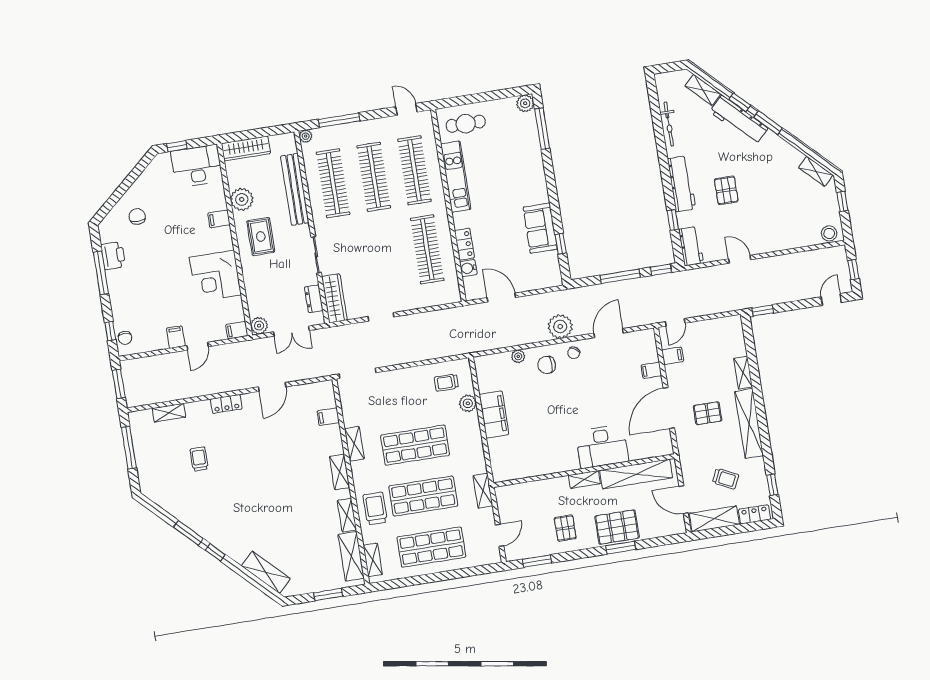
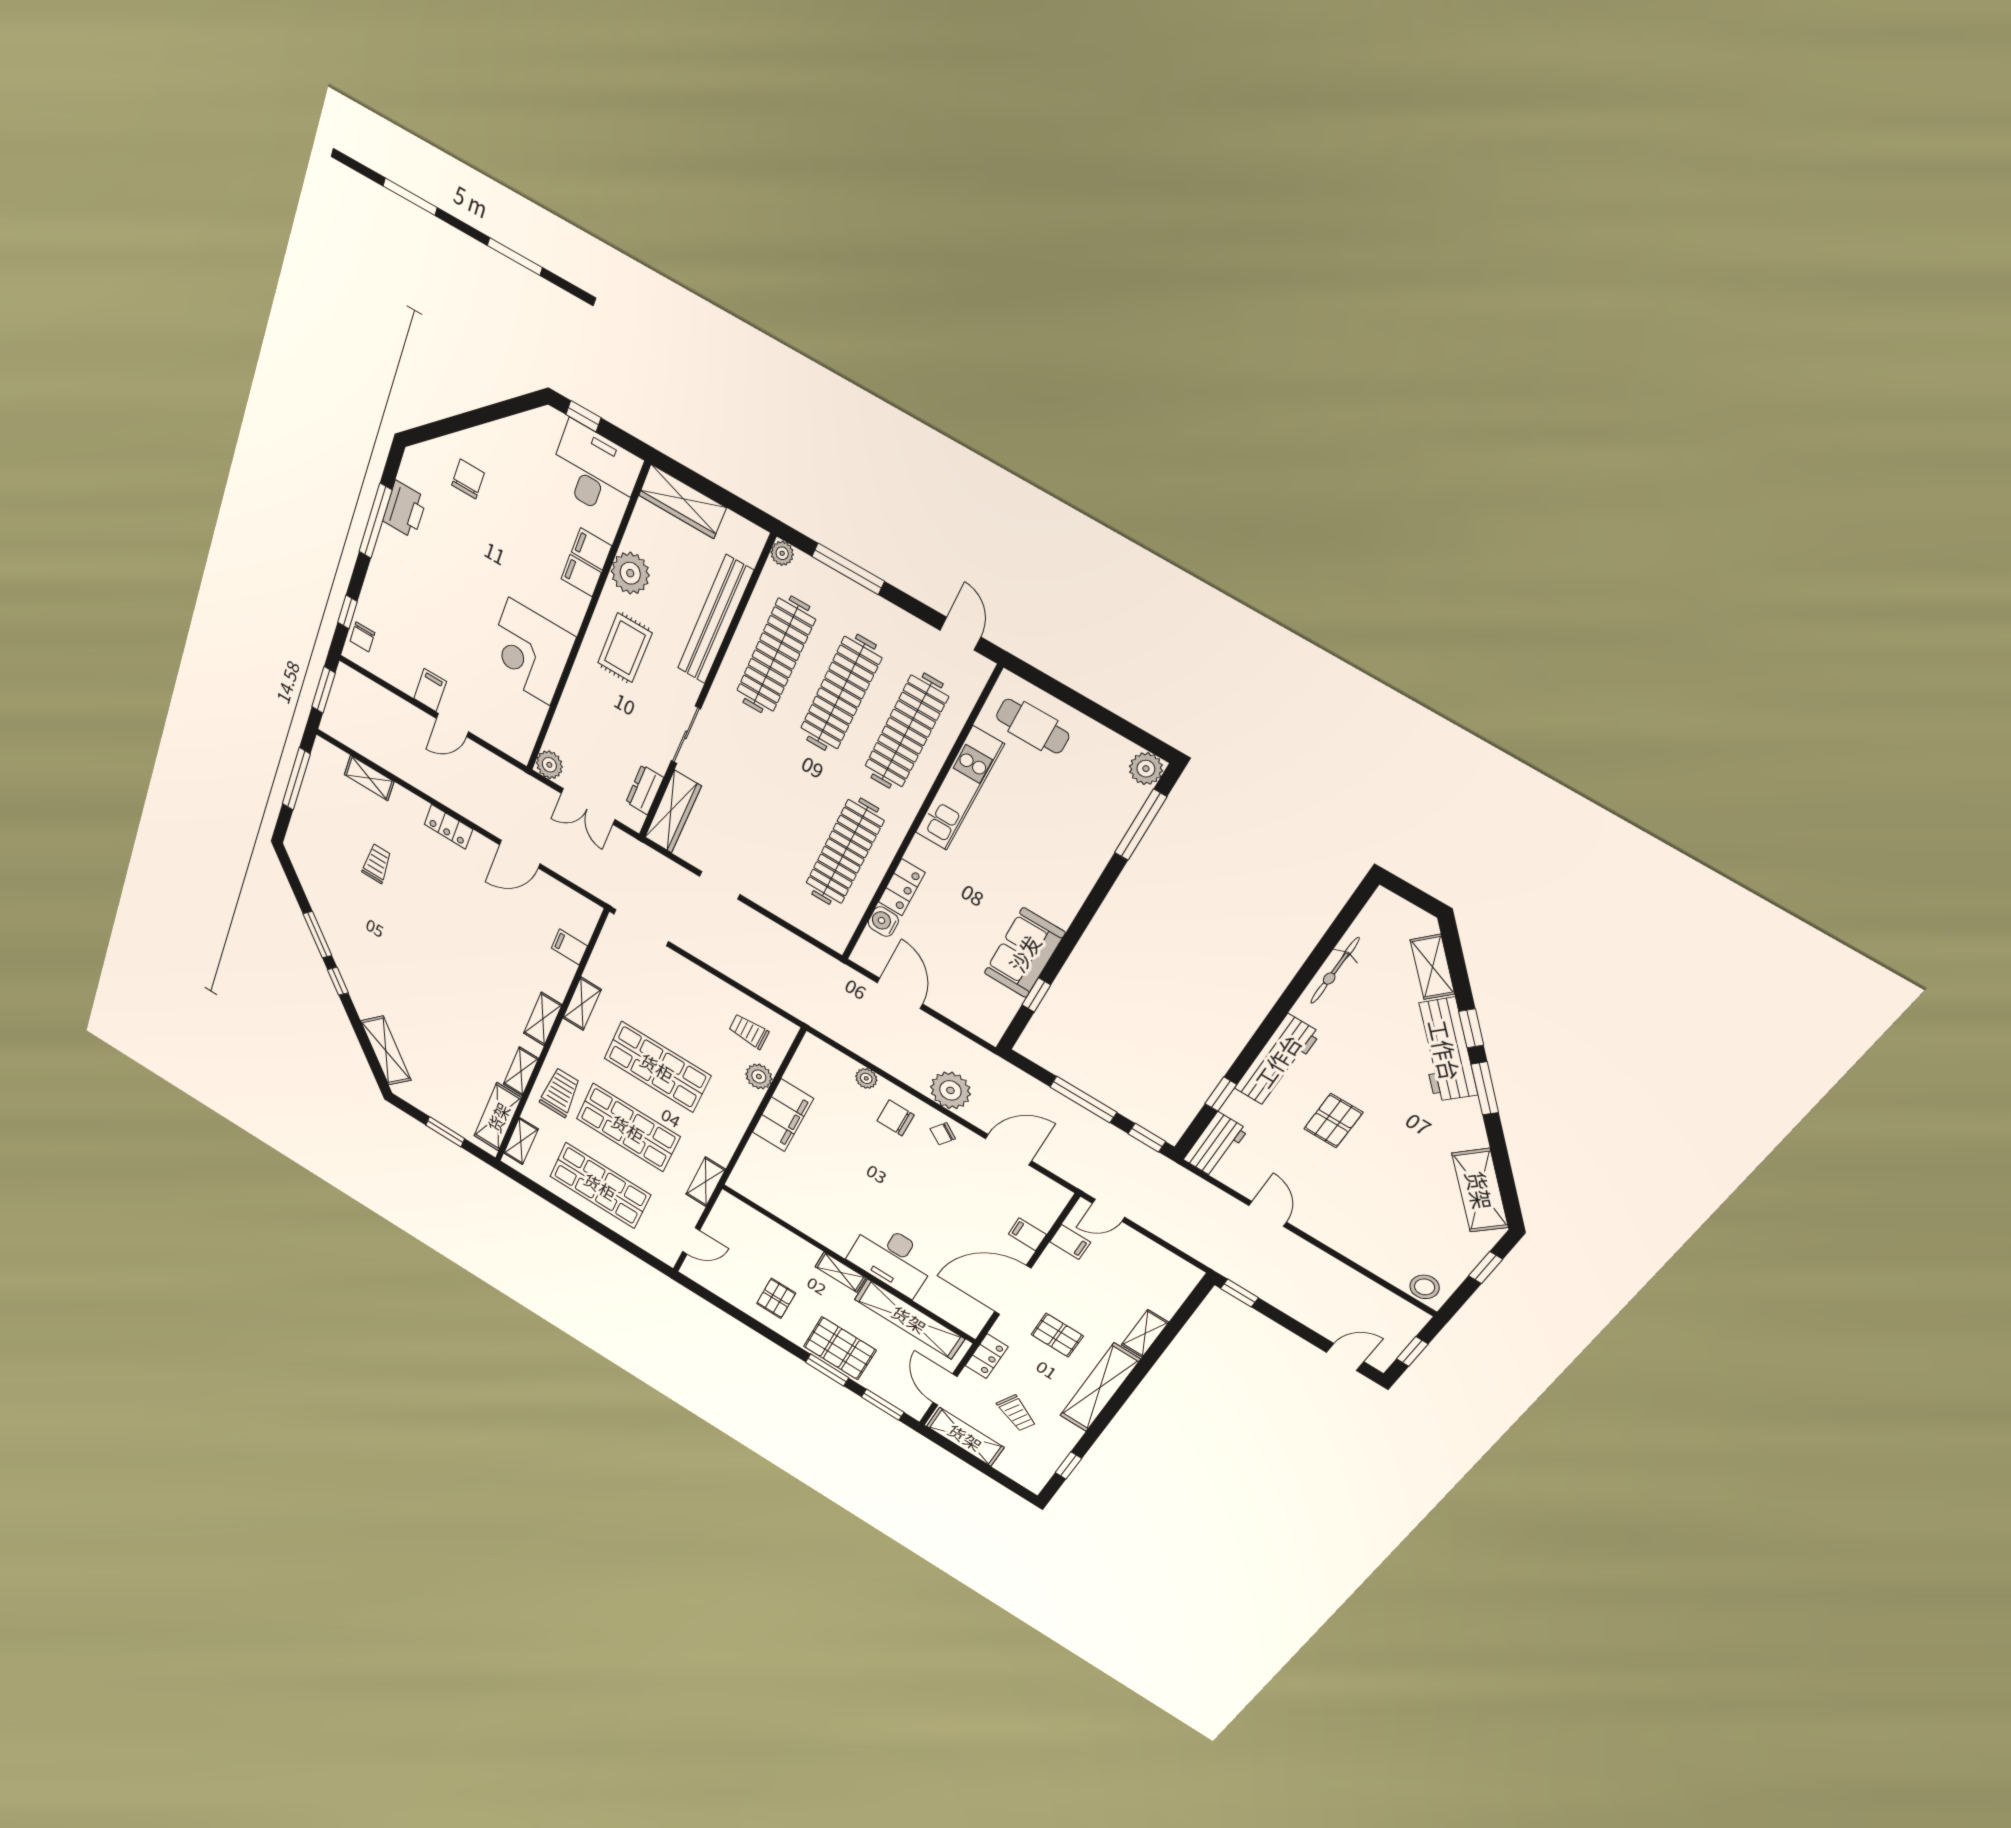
shelving: (816, 171) -> (1480, 1190), width x1.50, depth x1.33
filing cabinet: (237, 330) -> (591, 549), moved
locker: (754, 514) -> (987, 1356), moved, turned 90
window: (537, 561) -> (883, 1405), moved

